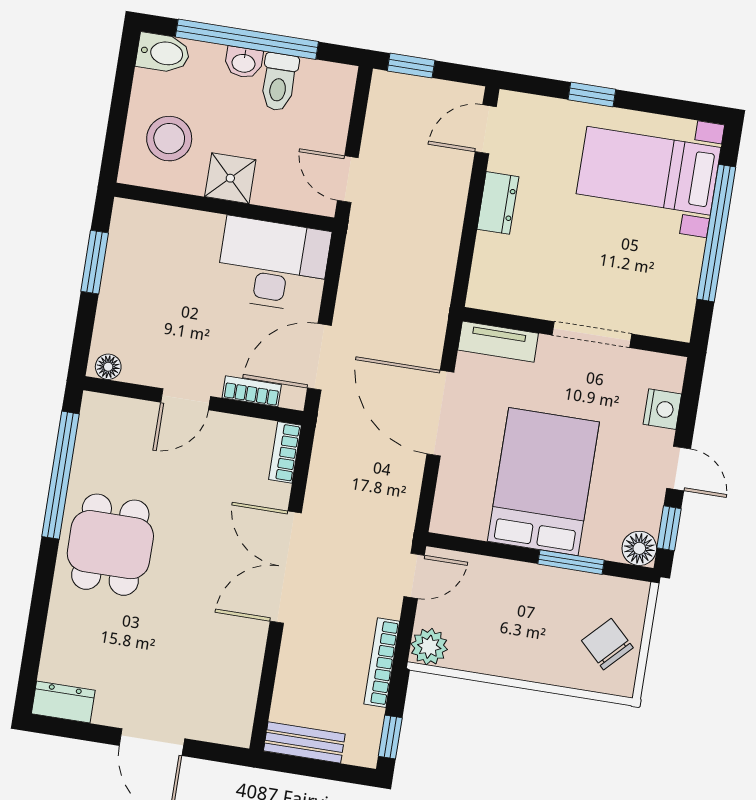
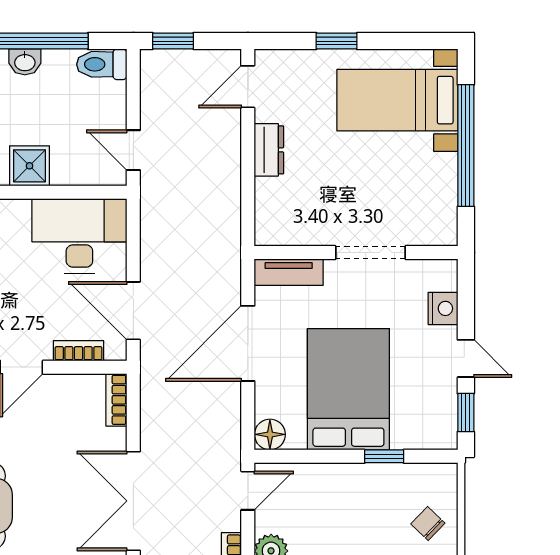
toilet: (279, 82) -> (102, 64), moved, turned 90
door: (319, 357) -> (133, 311), hinge flipped
door: (440, 413) -> (248, 343), hinge flipped
floor lamp: (639, 548) -> (270, 434), moved
window: (571, 562) -> (384, 456), width x0.67
chair: (607, 644) -> (428, 523), width x0.73, depth x0.73

